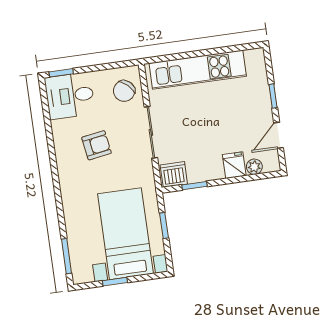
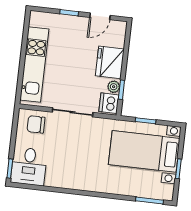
chair: (124, 91) -> (36, 124), turned 136
door: (279, 135) -> (100, 16), hinge flipped
armchair: (97, 145) -> (72, 156), removed
fridge: (234, 165) -> (110, 62), width x1.88, depth x1.34
plant: (254, 167) -> (114, 87), moved

